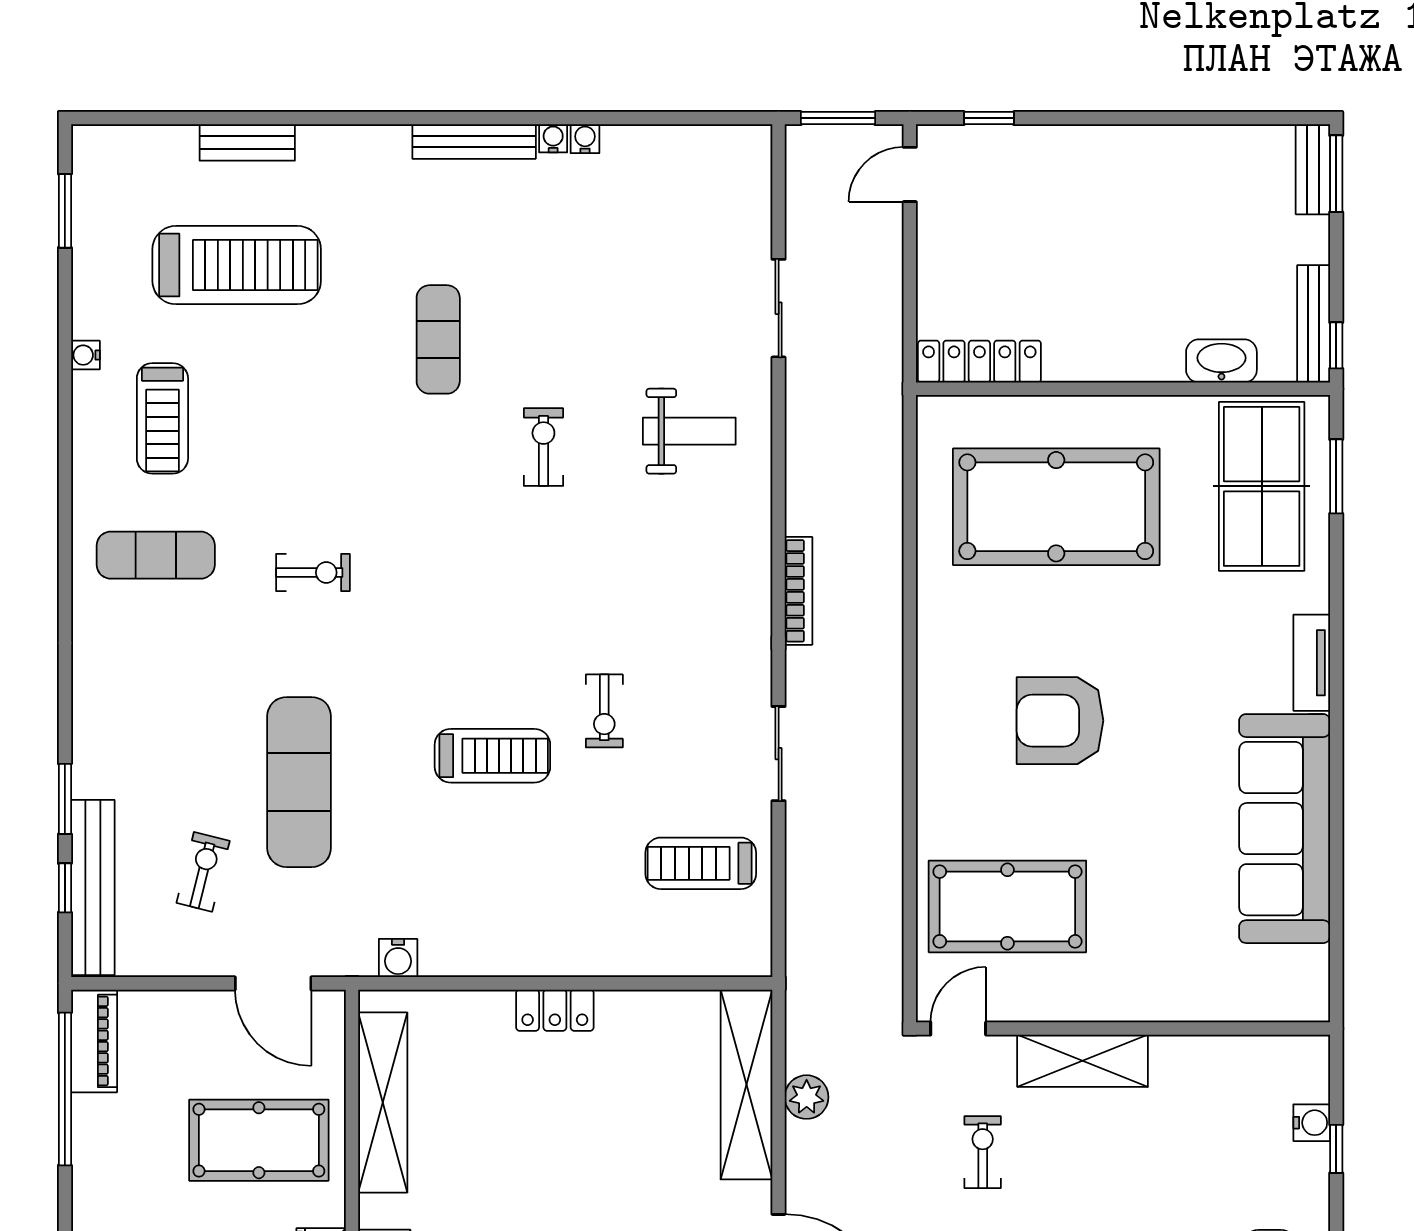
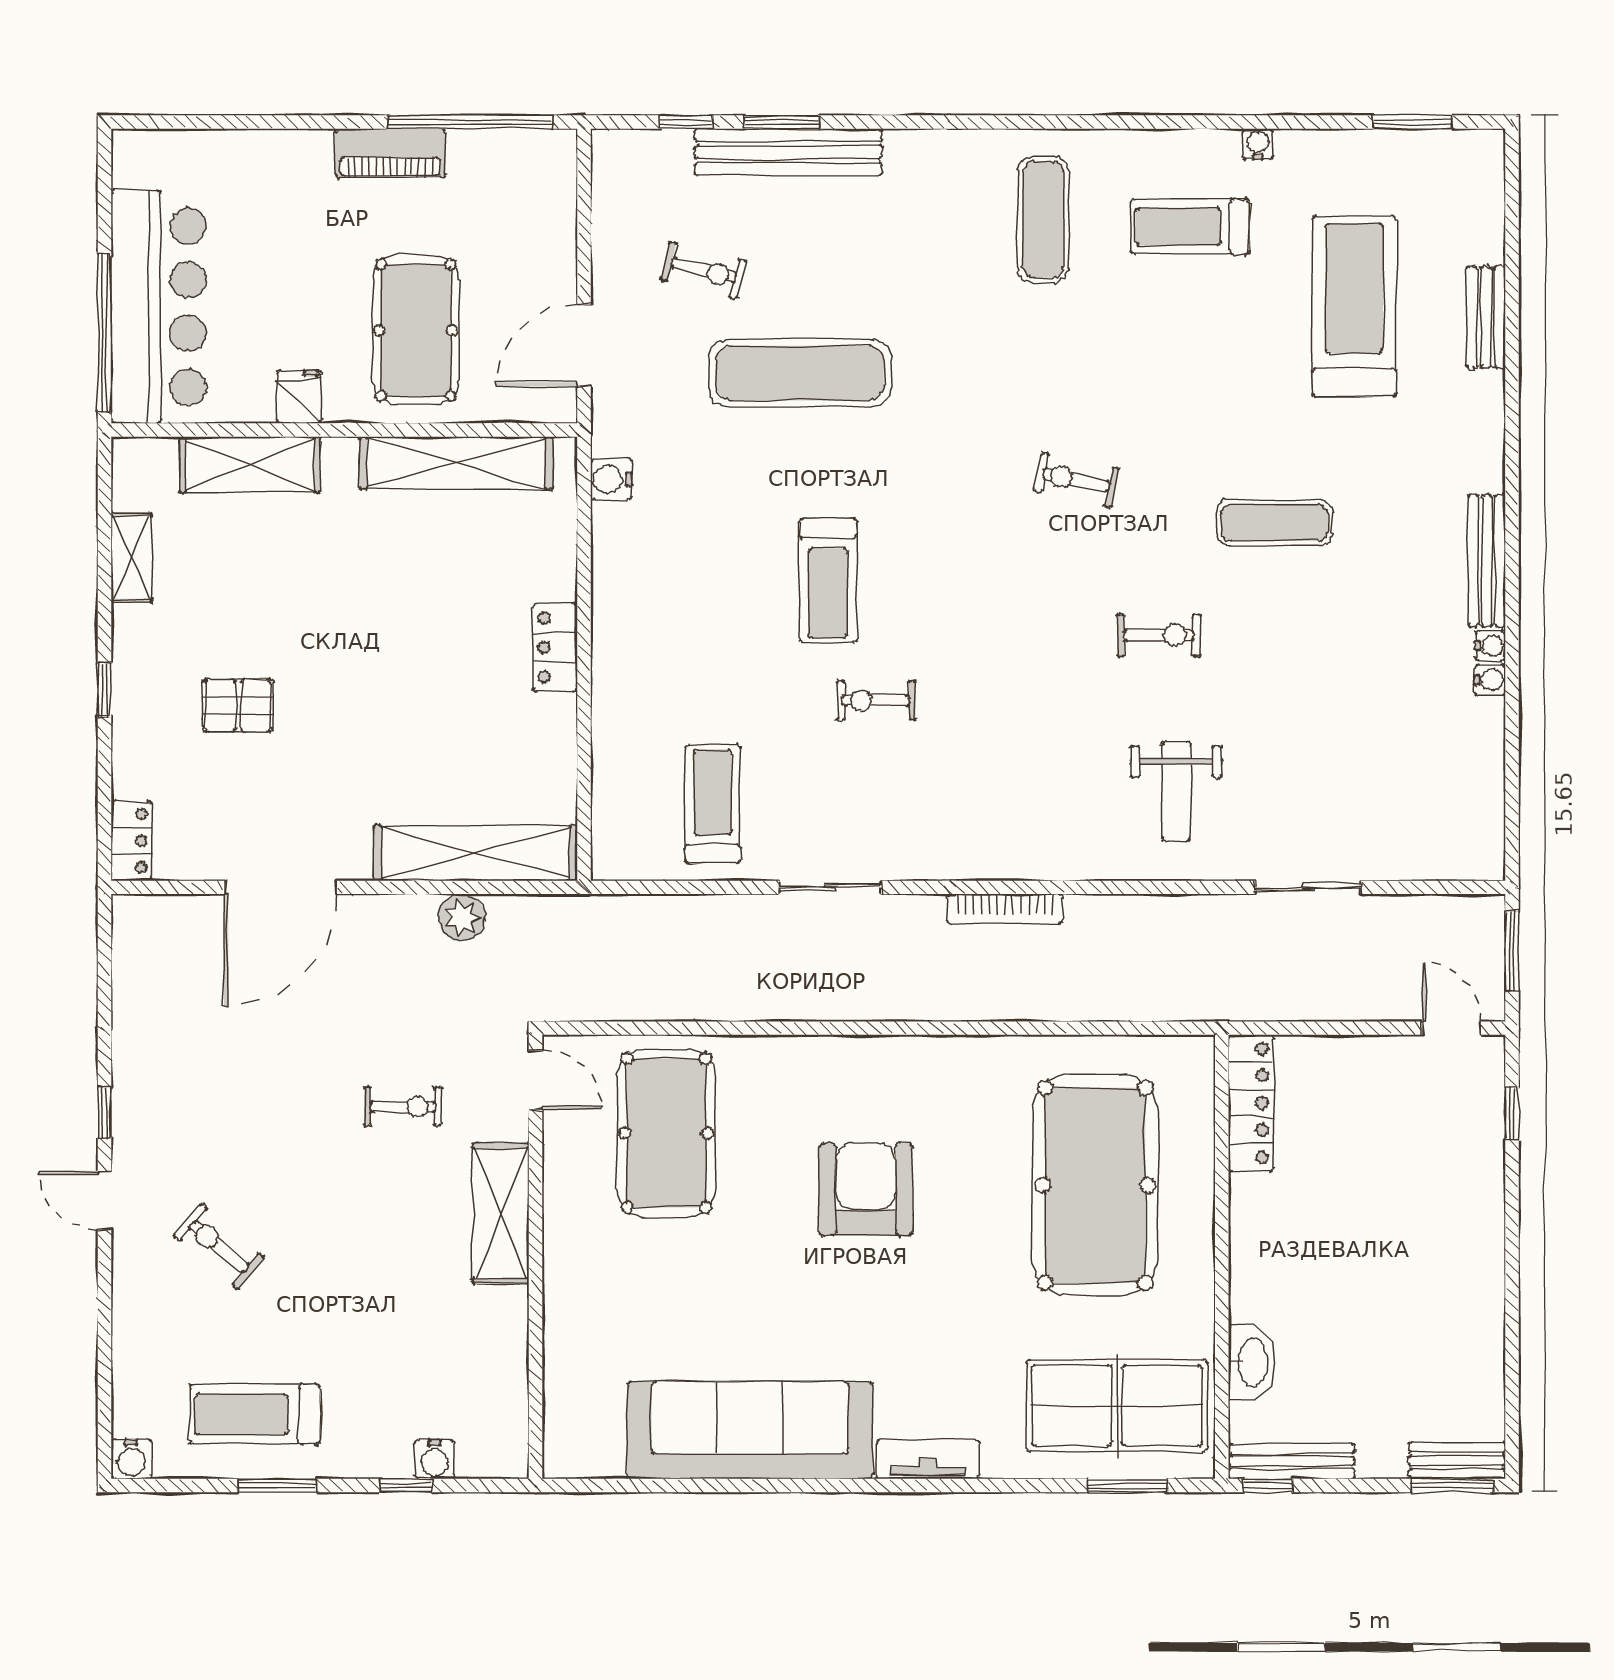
treadmill: (237, 265) -> (1354, 306), turned 180
exercise bike: (313, 573) -> (1076, 480), moved, turned 102
bench: (93, 888) -> (788, 152), moved
piano: (94, 1041) -> (390, 153), moved

